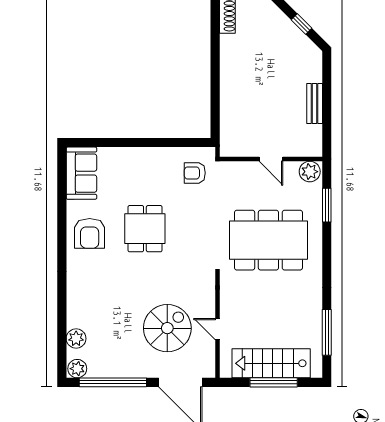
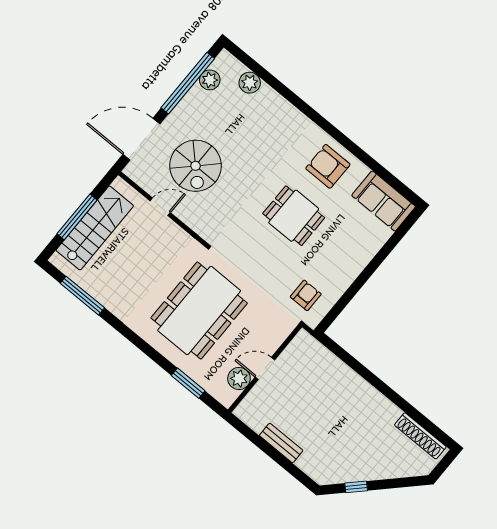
plant: (310, 172) -> (239, 379), moved
plant: (77, 369) -> (210, 80), moved

